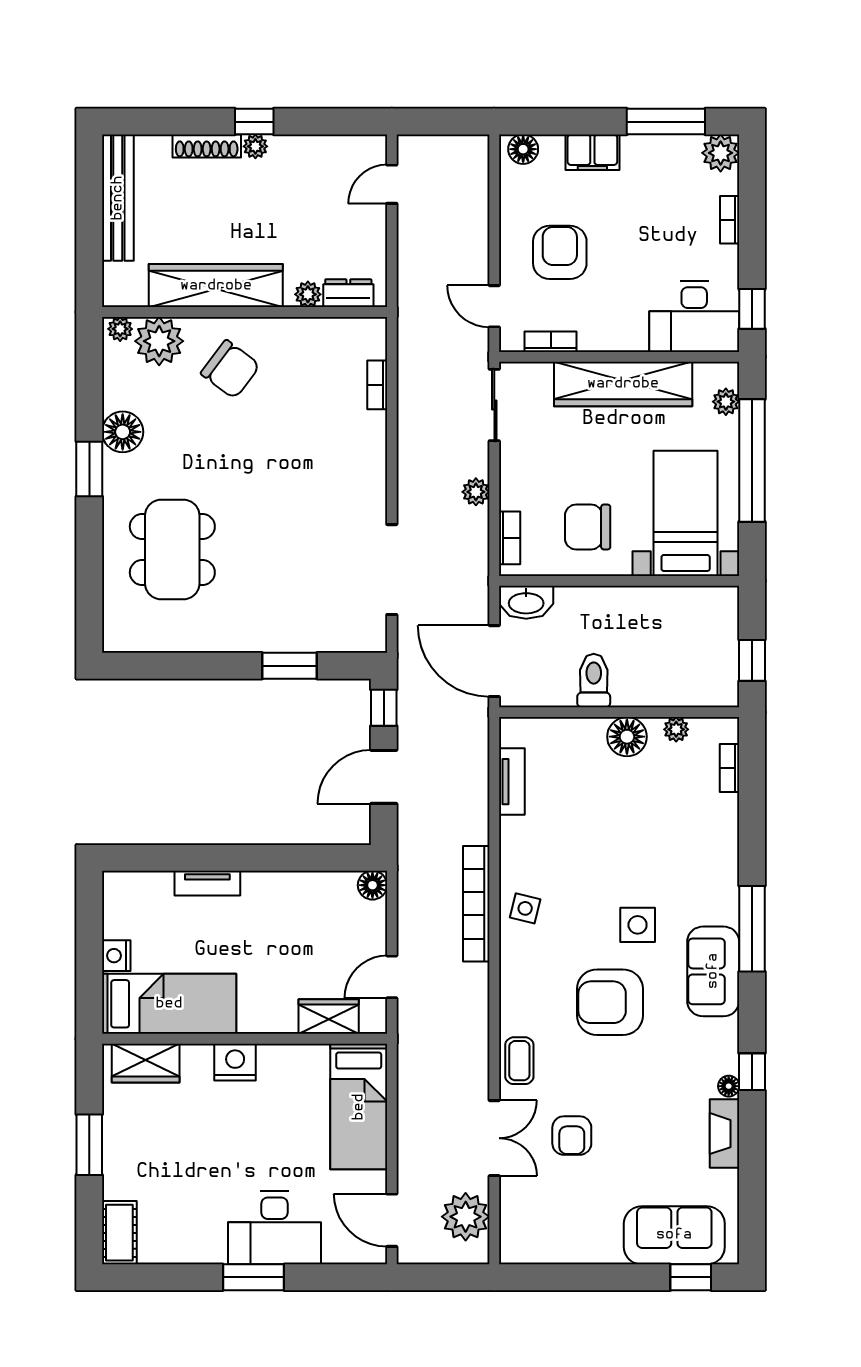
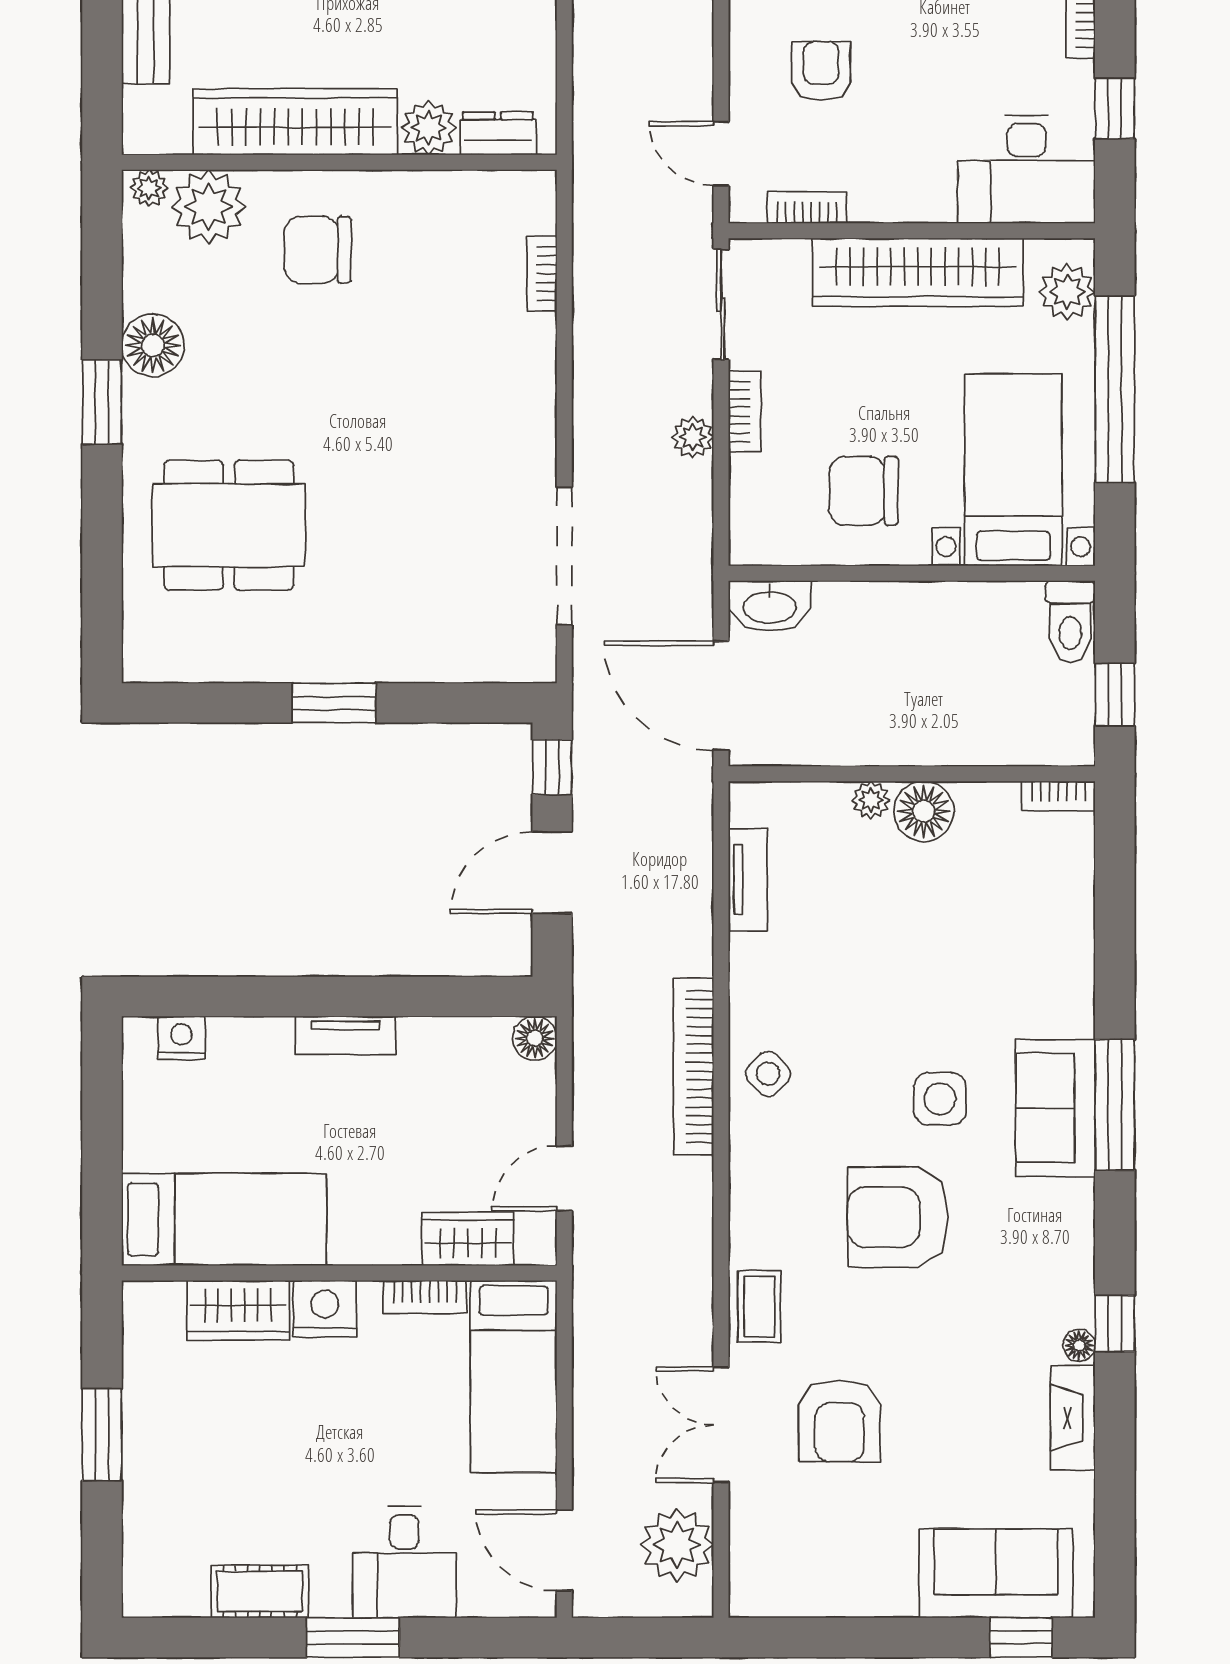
armchair: (560, 252) -> (821, 71), width x0.72, depth x0.72
plant: (308, 294) -> (429, 128), width x1.38, depth x1.38
window: (752, 309) -> (1115, 109), moved
chair: (230, 369) -> (318, 250), turned 143
plant: (726, 402) -> (1067, 292), width x1.38, depth x1.38
bookcase: (510, 538) -> (744, 411), moved
dining table: (172, 550) -> (229, 525), turned 90
window: (290, 666) -> (334, 703), moved
toilet: (594, 681) -> (1070, 622), moved, turned 180
plant: (676, 729) -> (871, 800), moved
bookcase: (730, 768) -> (1058, 796), moved, turned -90
tv unit: (207, 883) -> (345, 1035), moved
side table: (525, 908) -> (768, 1074), turned 32
nightstand: (116, 956) -> (181, 1038), moved, turned 90
sofa: (713, 971) -> (1056, 1108), moved
bookcase: (301, 1054) -> (425, 1297), added
wardrobe: (146, 1063) -> (238, 1310), moved
armchair: (572, 1136) -> (839, 1421), width x1.38, depth x1.38
double door: (494, 1138) -> (721, 1425), swing flipped
desk: (275, 1228) -> (404, 1562), width x0.73
cot: (119, 1233) -> (260, 1591), moved, turned 90

